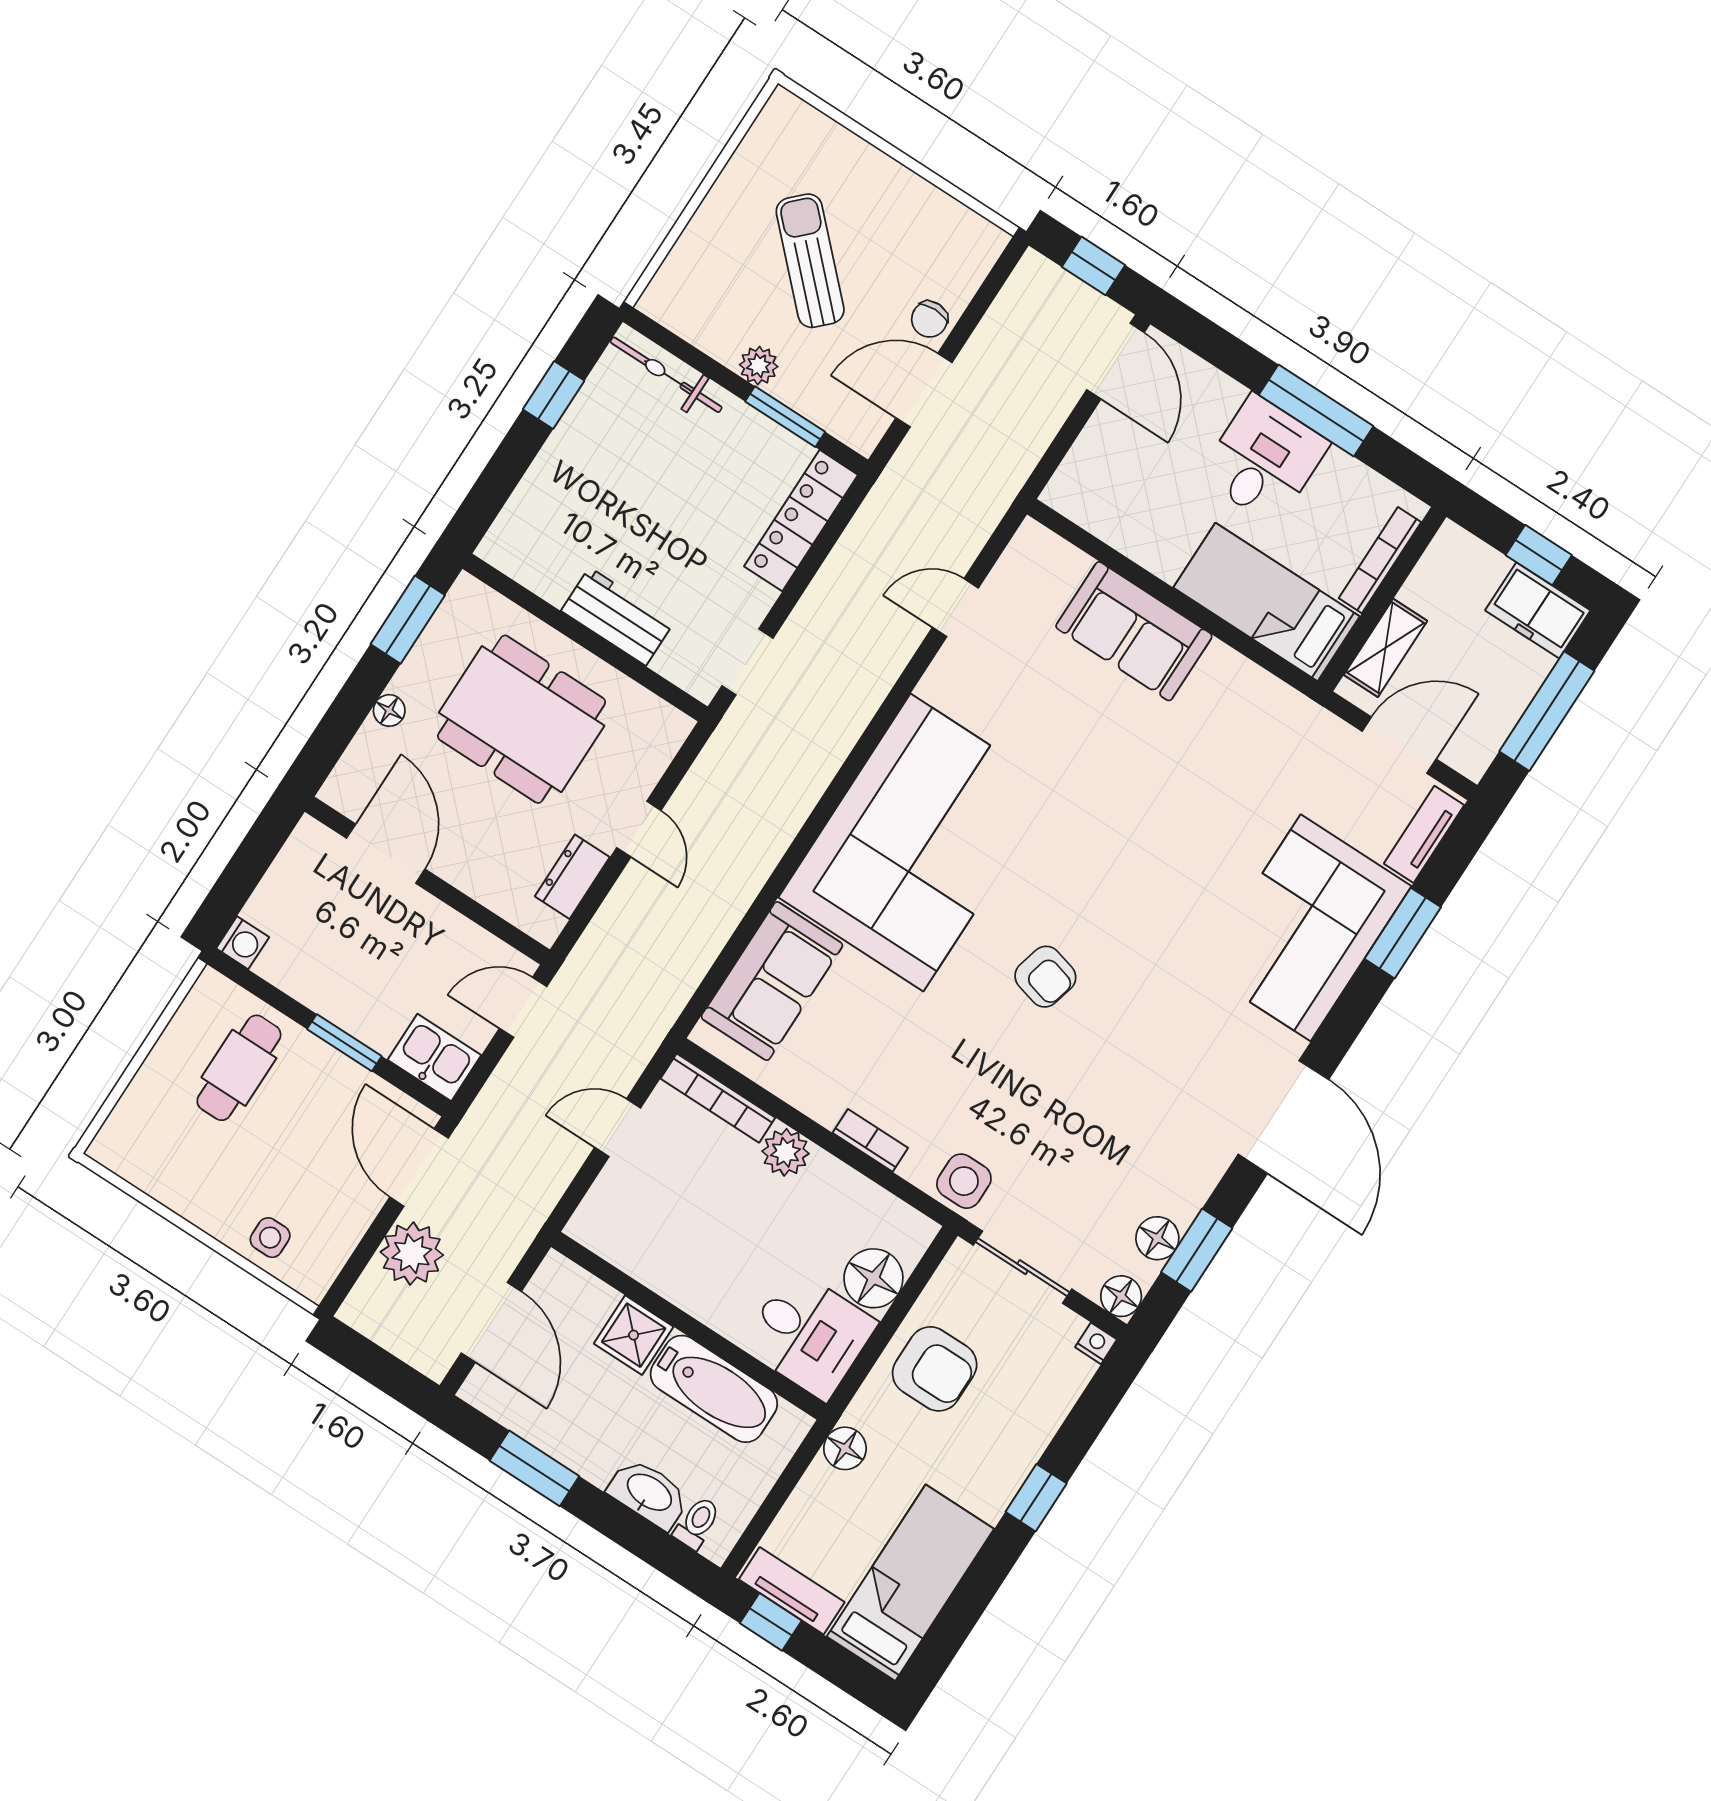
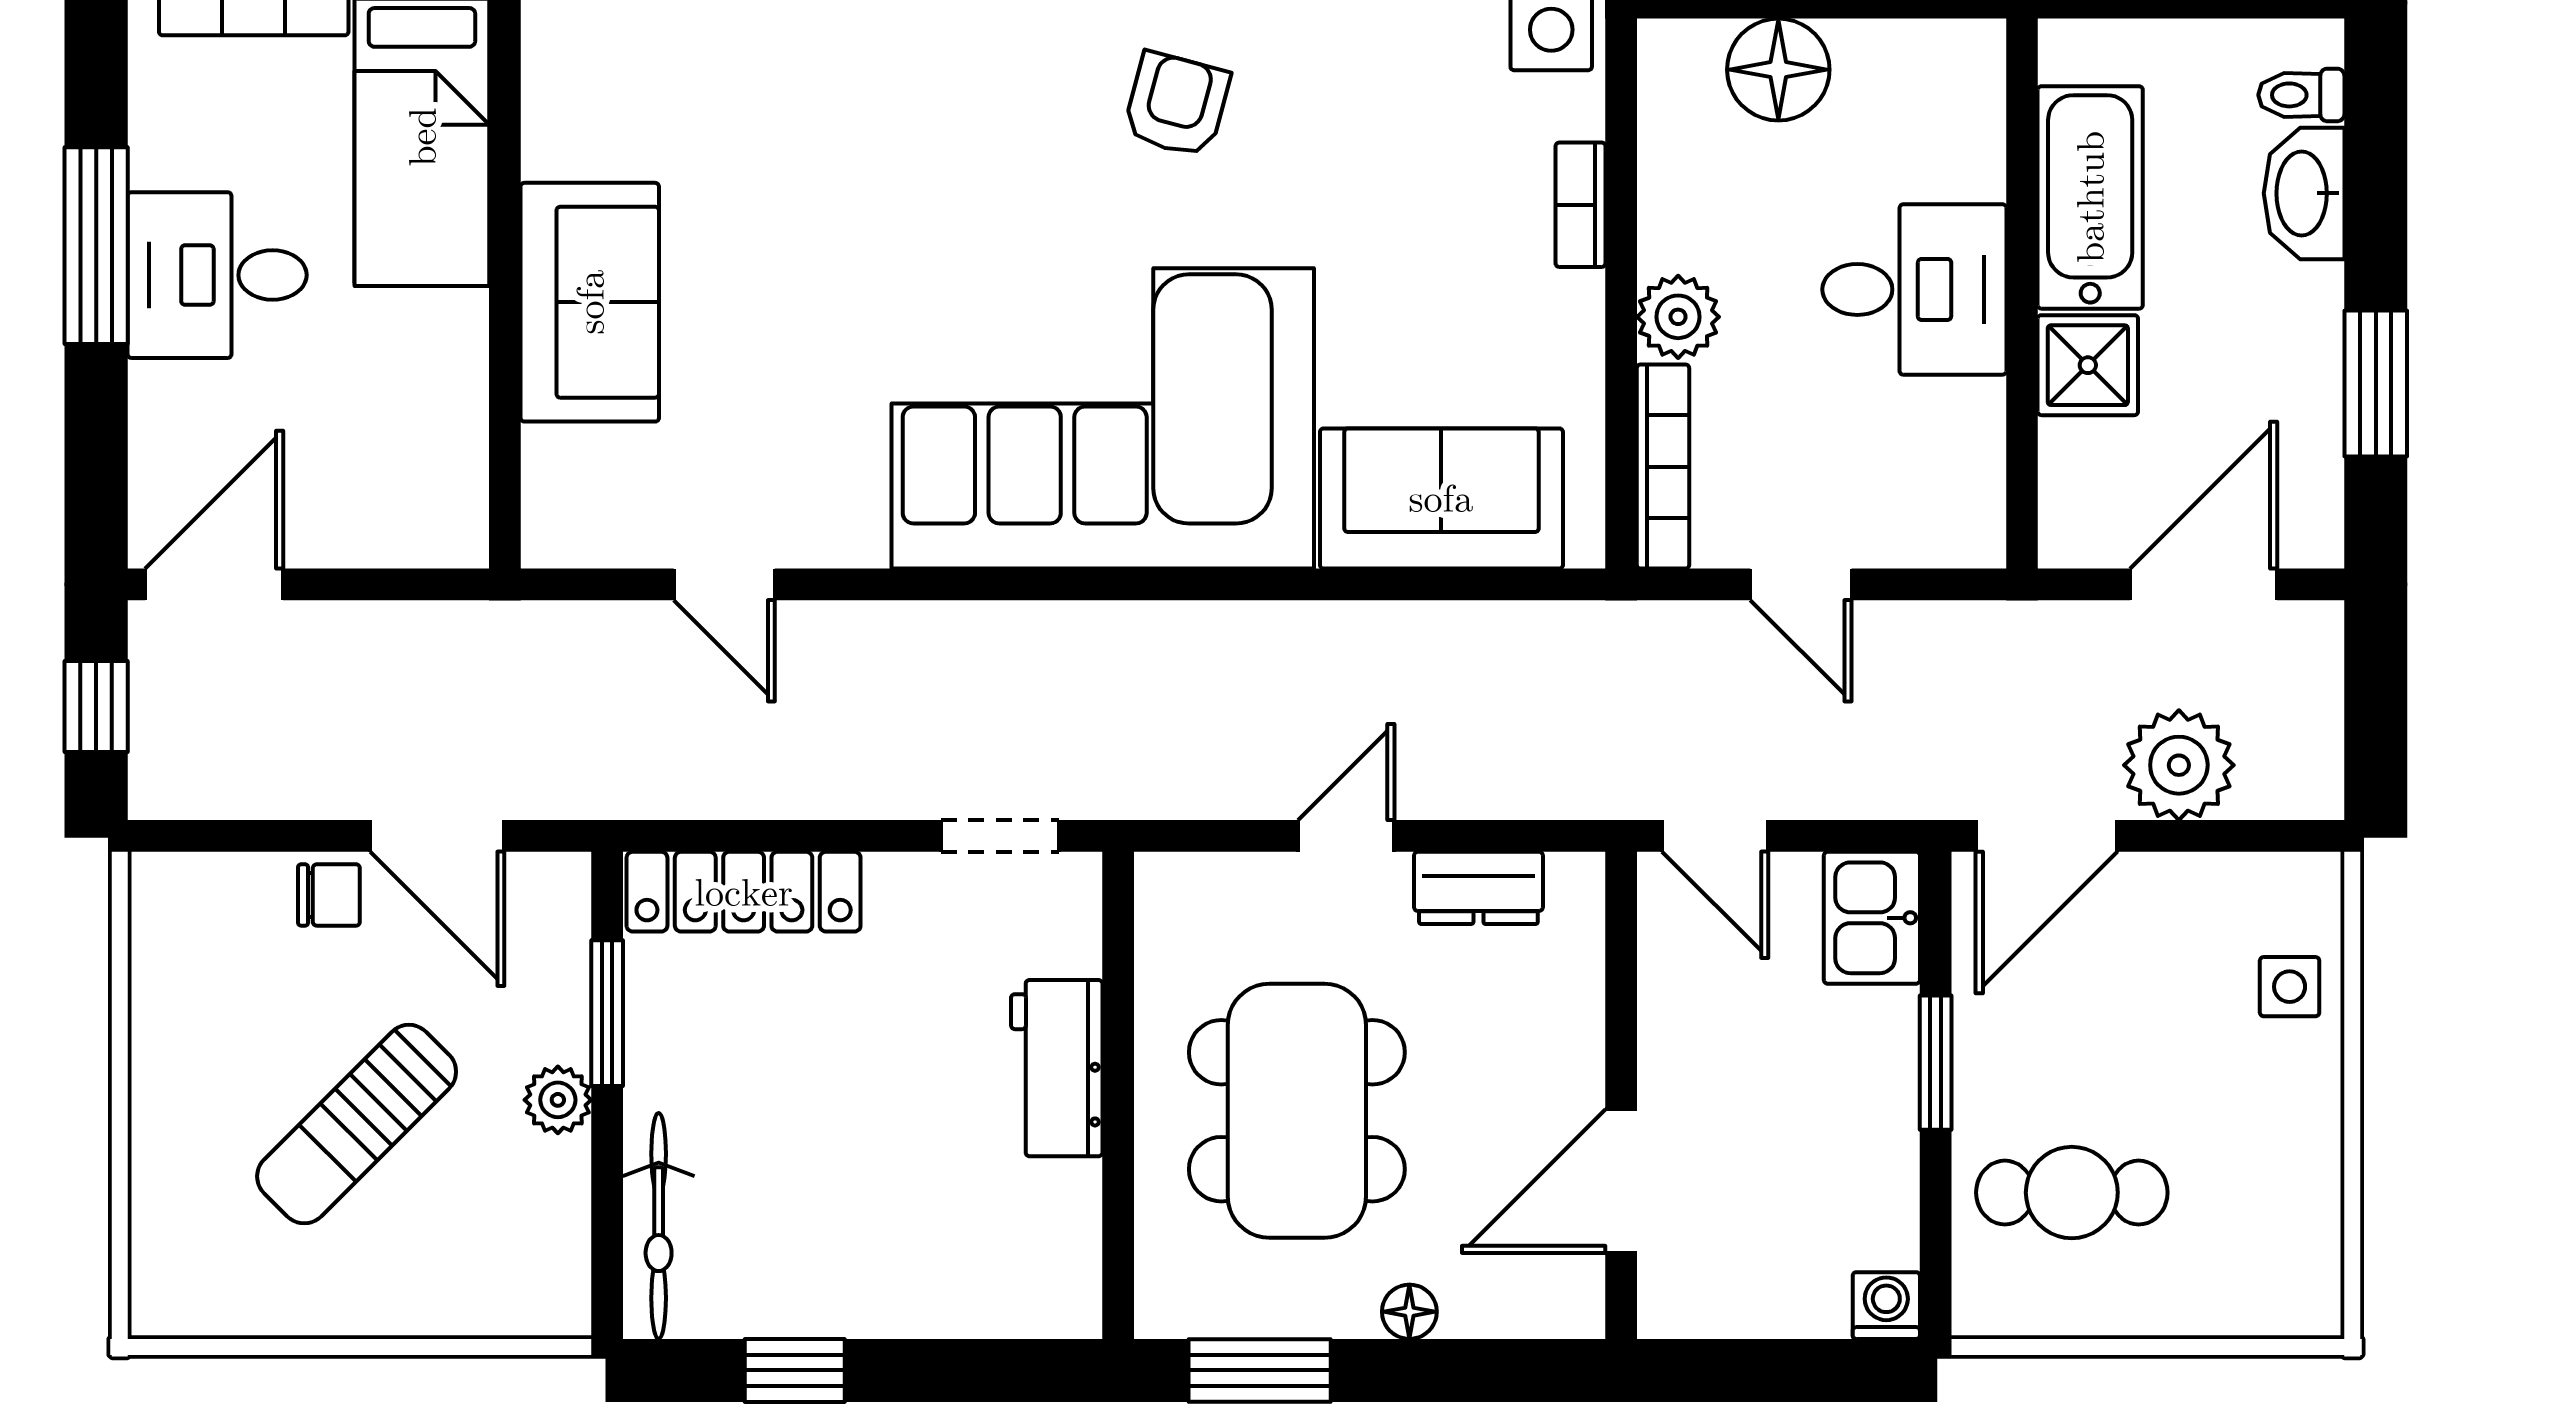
desk: (809, 1334) -> (1914, 289), moved, turned 90

